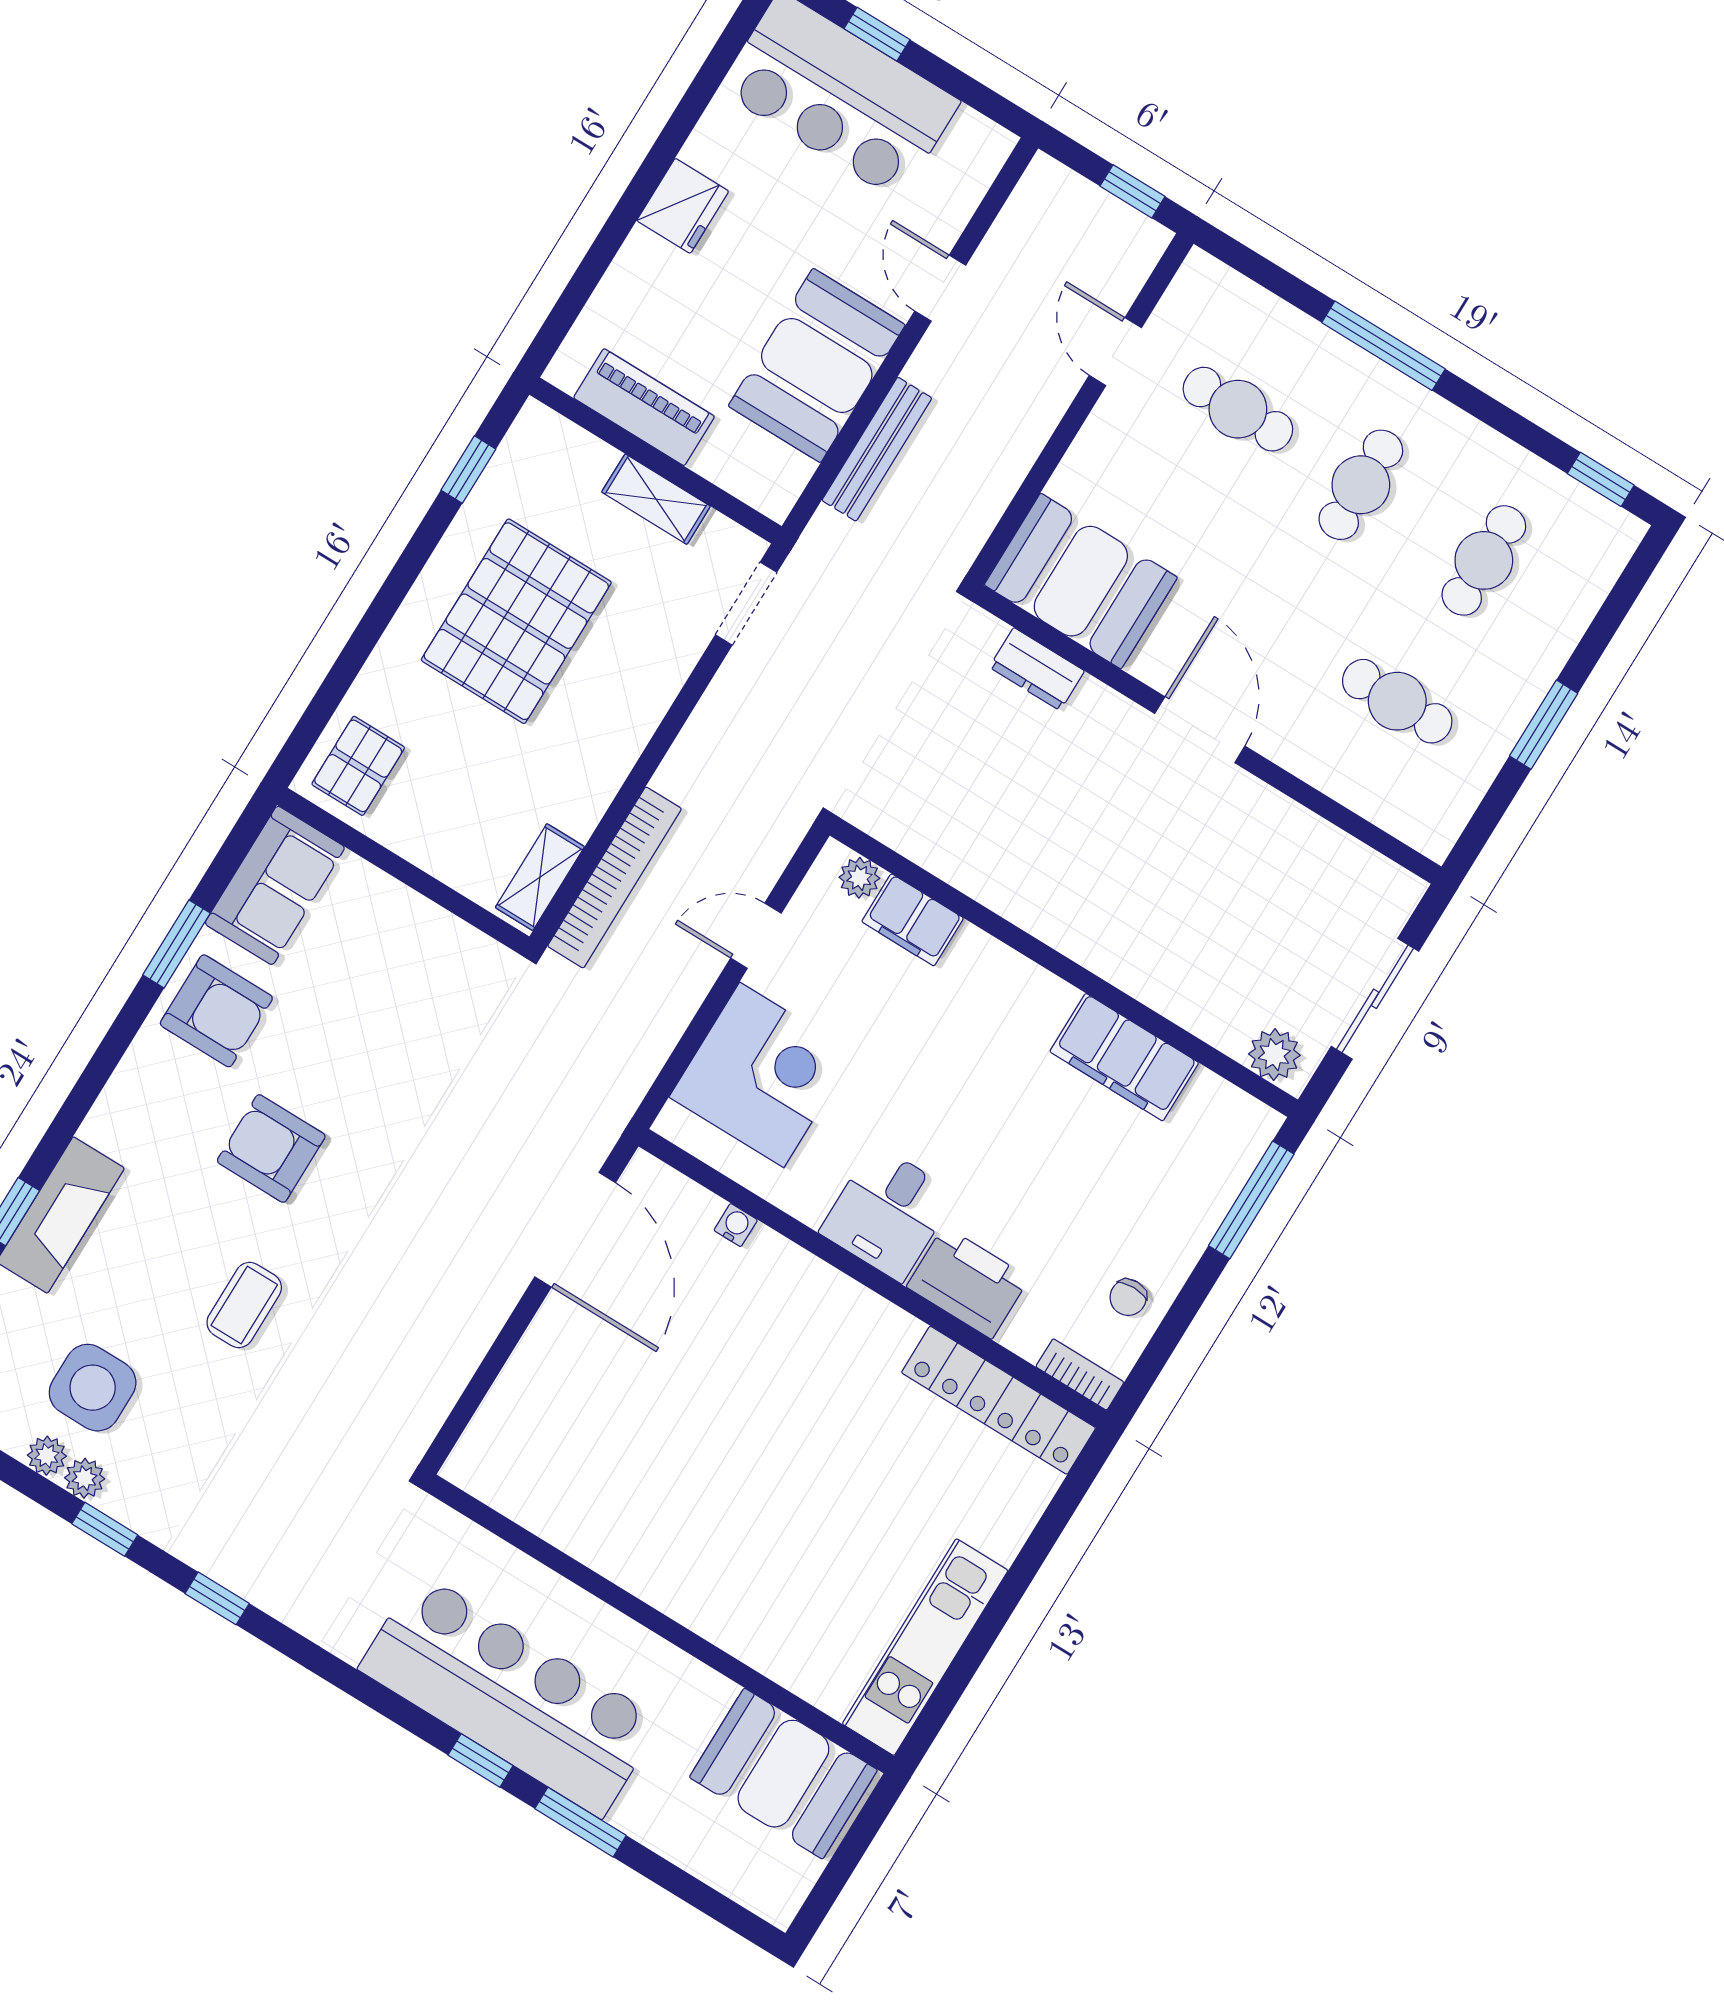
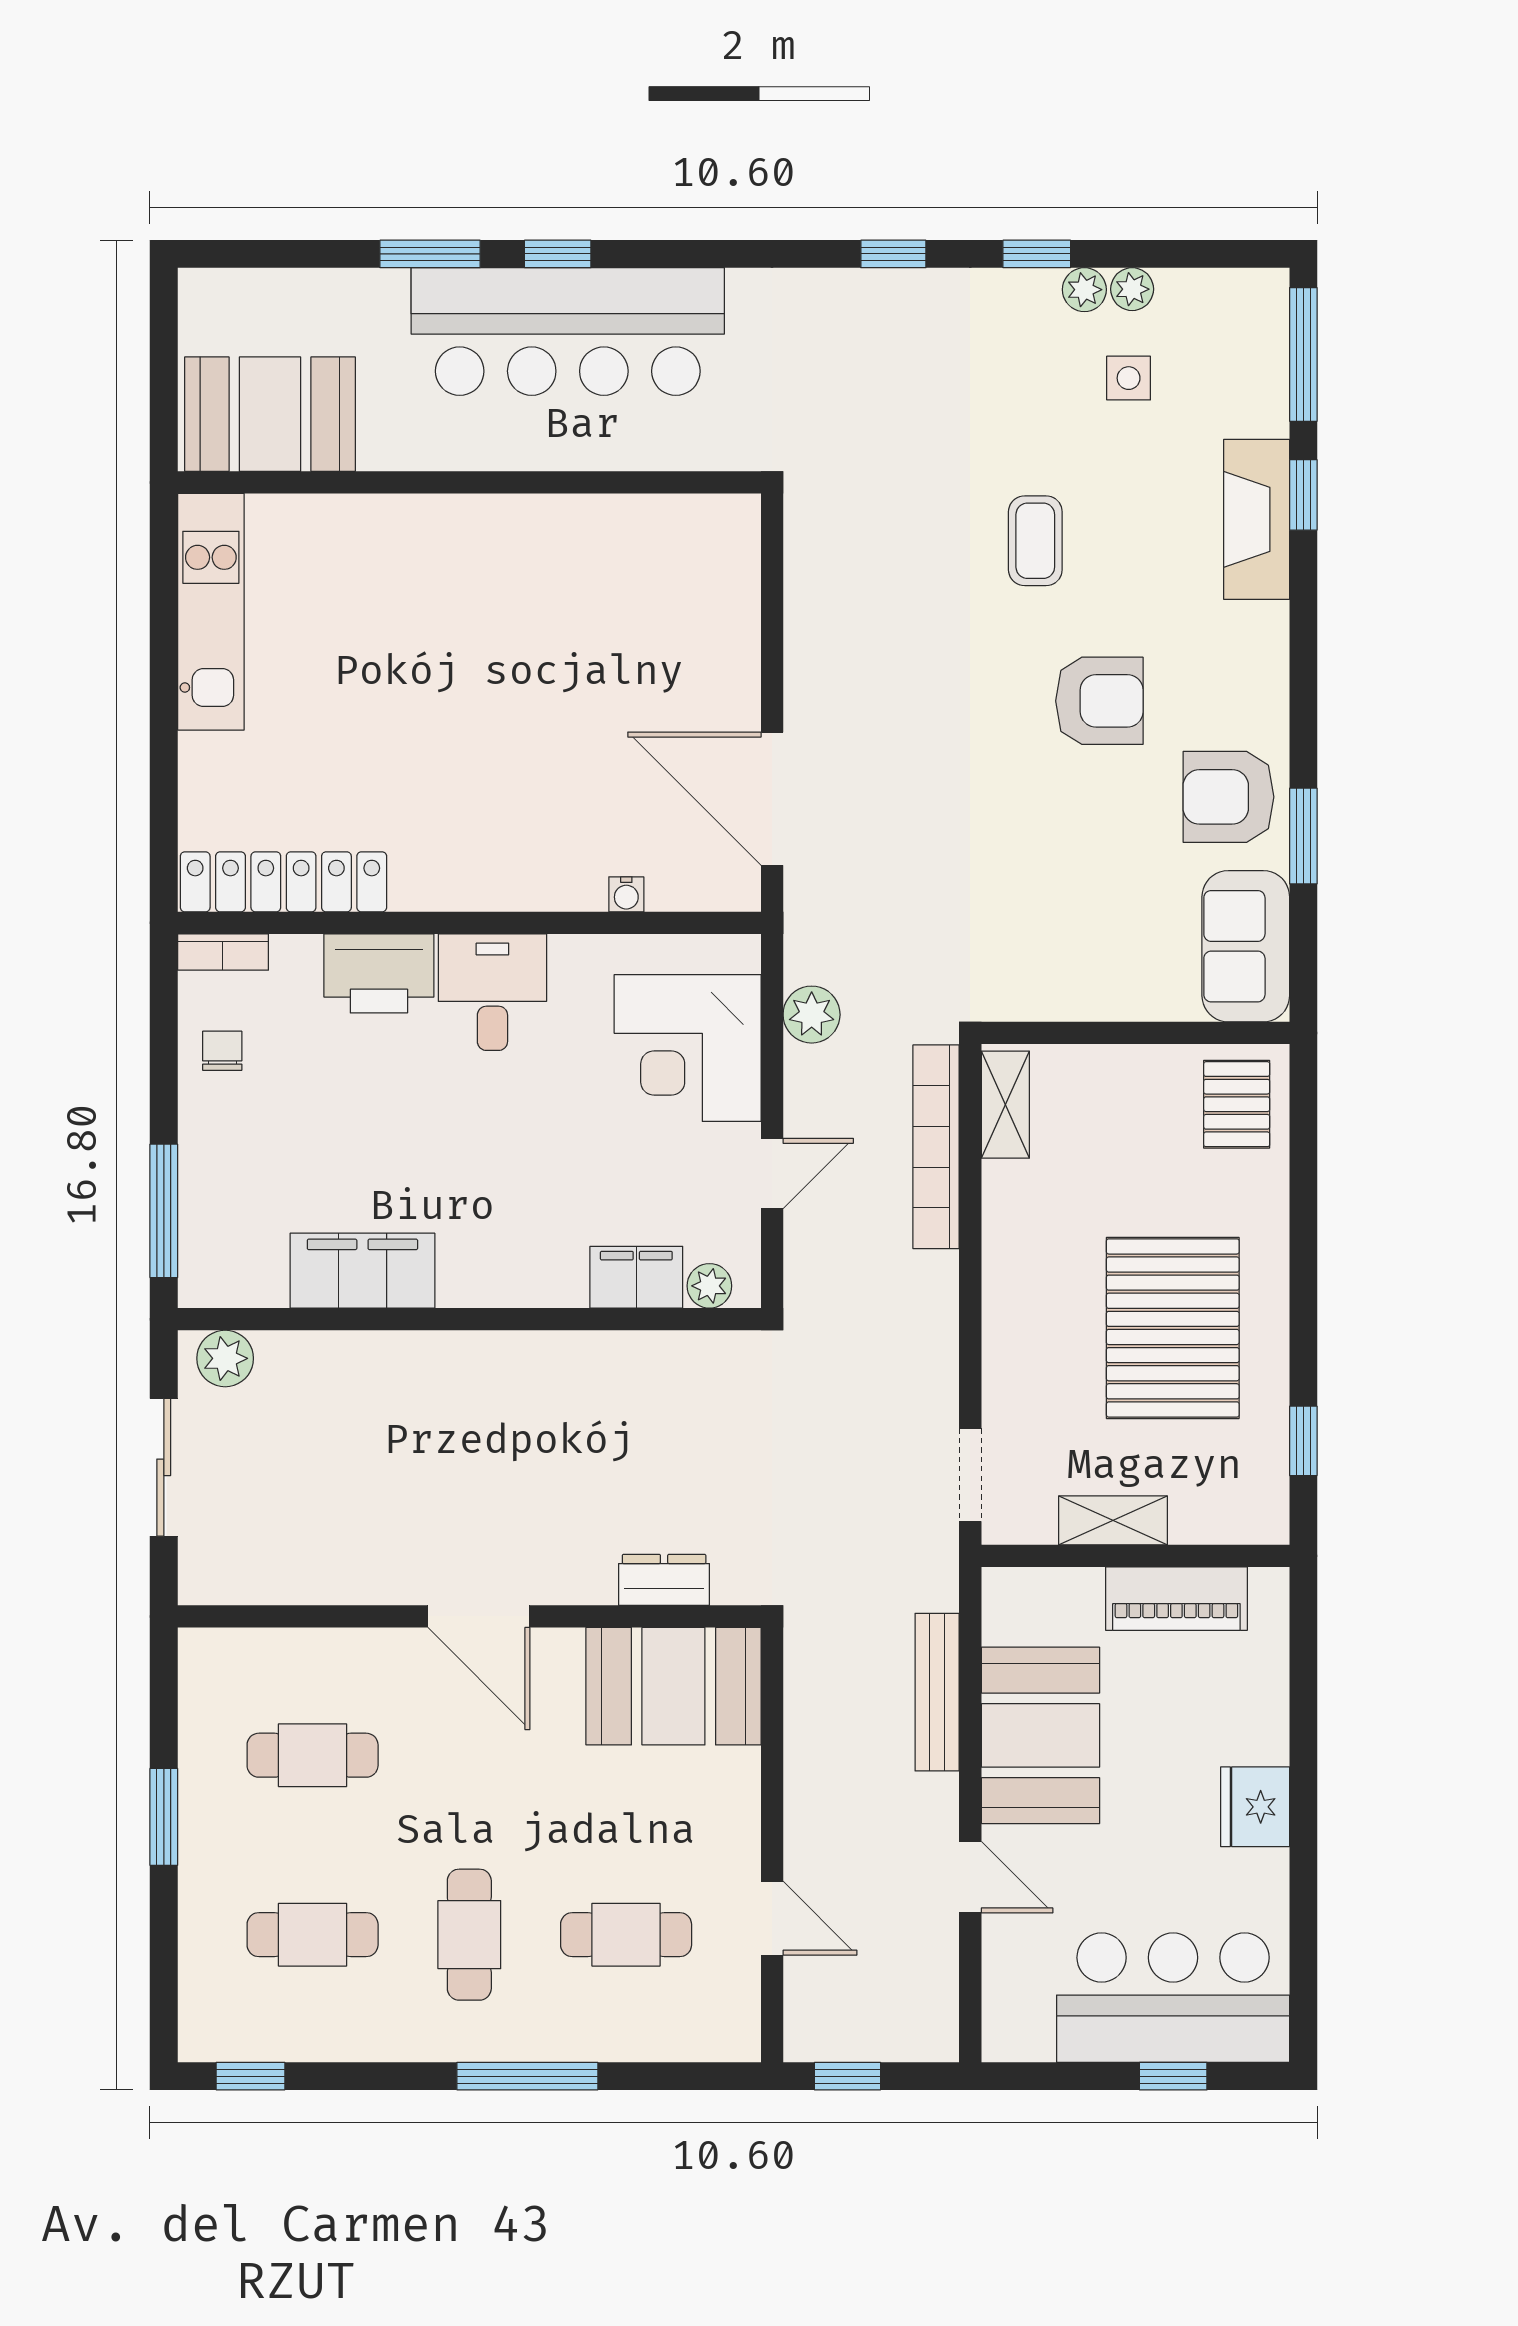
cafe table: (1484, 560) -> (313, 1935), turned 90
plant: (648, 1041) -> (812, 1015), added
side table: (93, 1388) -> (1129, 378), width x0.54, depth x0.54

